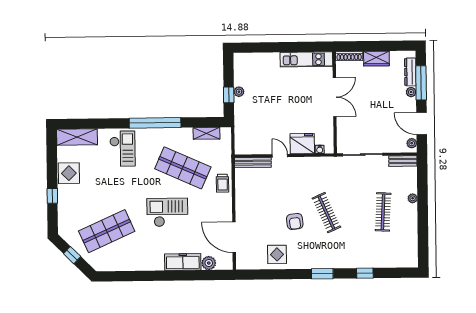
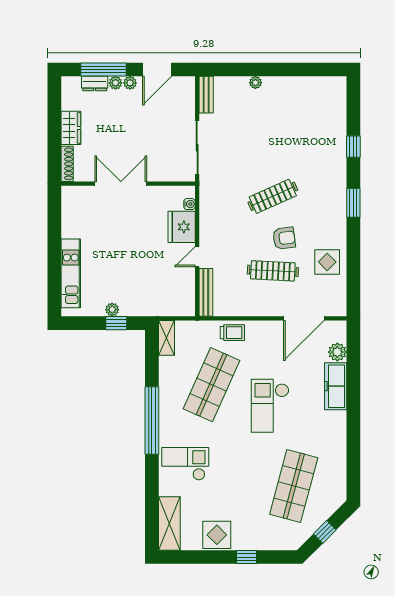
kitchen unit: (306, 59) -> (71, 273), moved
dresser: (410, 72) -> (95, 84), width x0.70
shelving: (207, 133) -> (167, 338), moved
plant: (412, 143) -> (130, 83), moved
clothes rail: (383, 212) -> (273, 271), moved
shop shelf: (107, 231) -> (294, 486), turned 39

